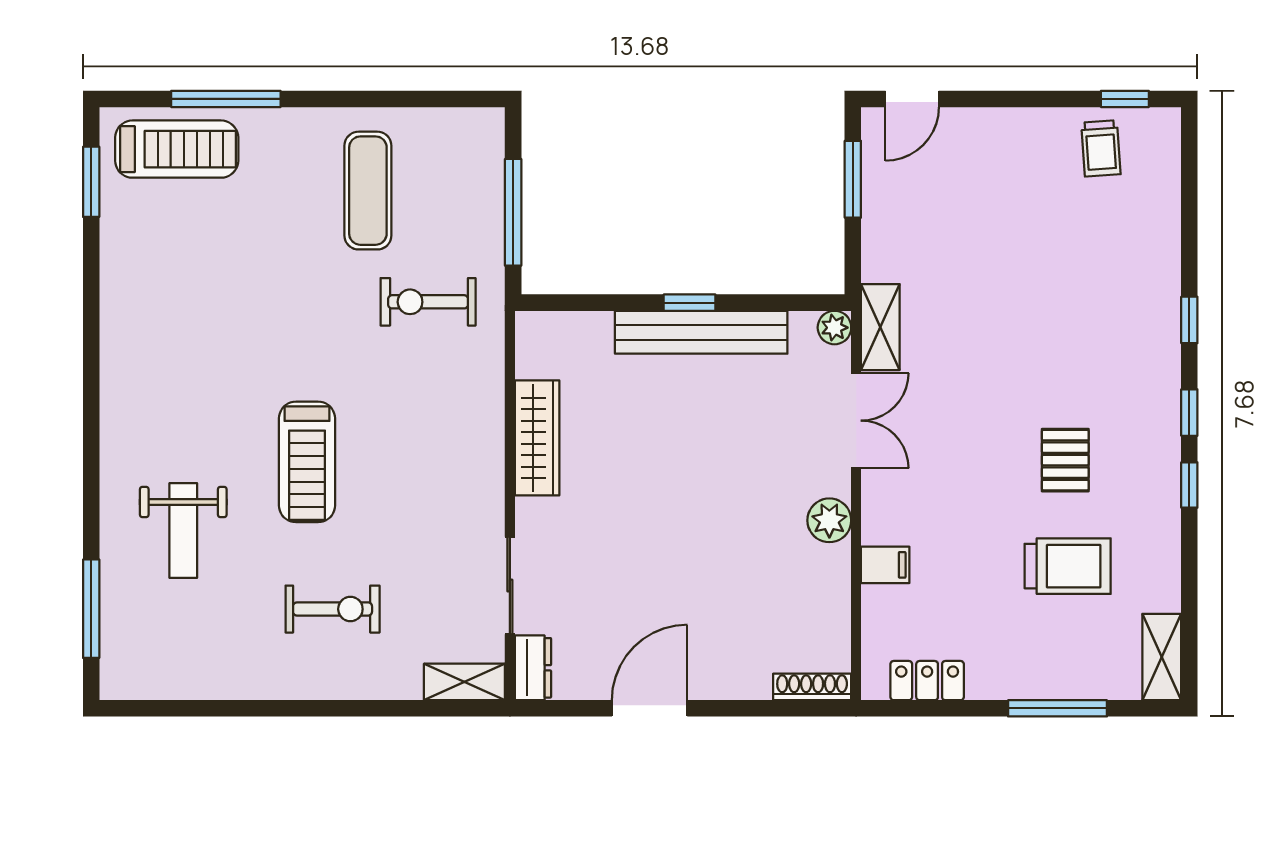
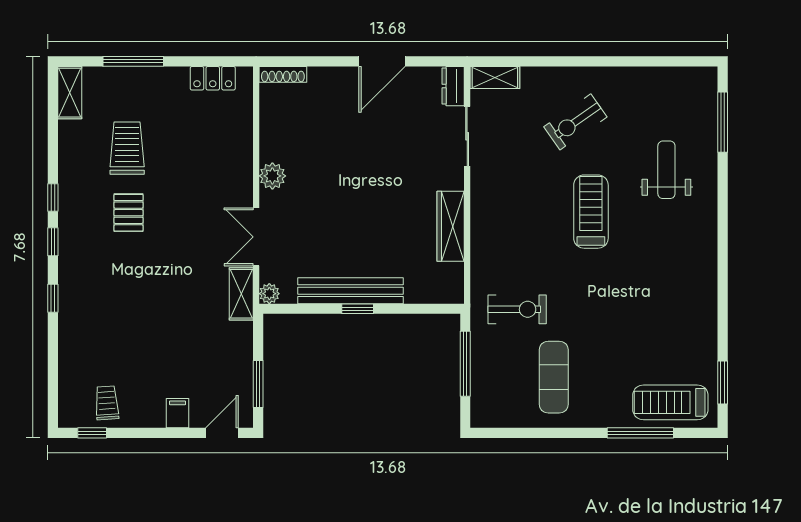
filing cabinet: (885, 565) -> (178, 413), moved, turned 90
trolley: (1068, 566) -> (127, 148), turned 90
exercise bike: (333, 609) -> (575, 122), turned -35

